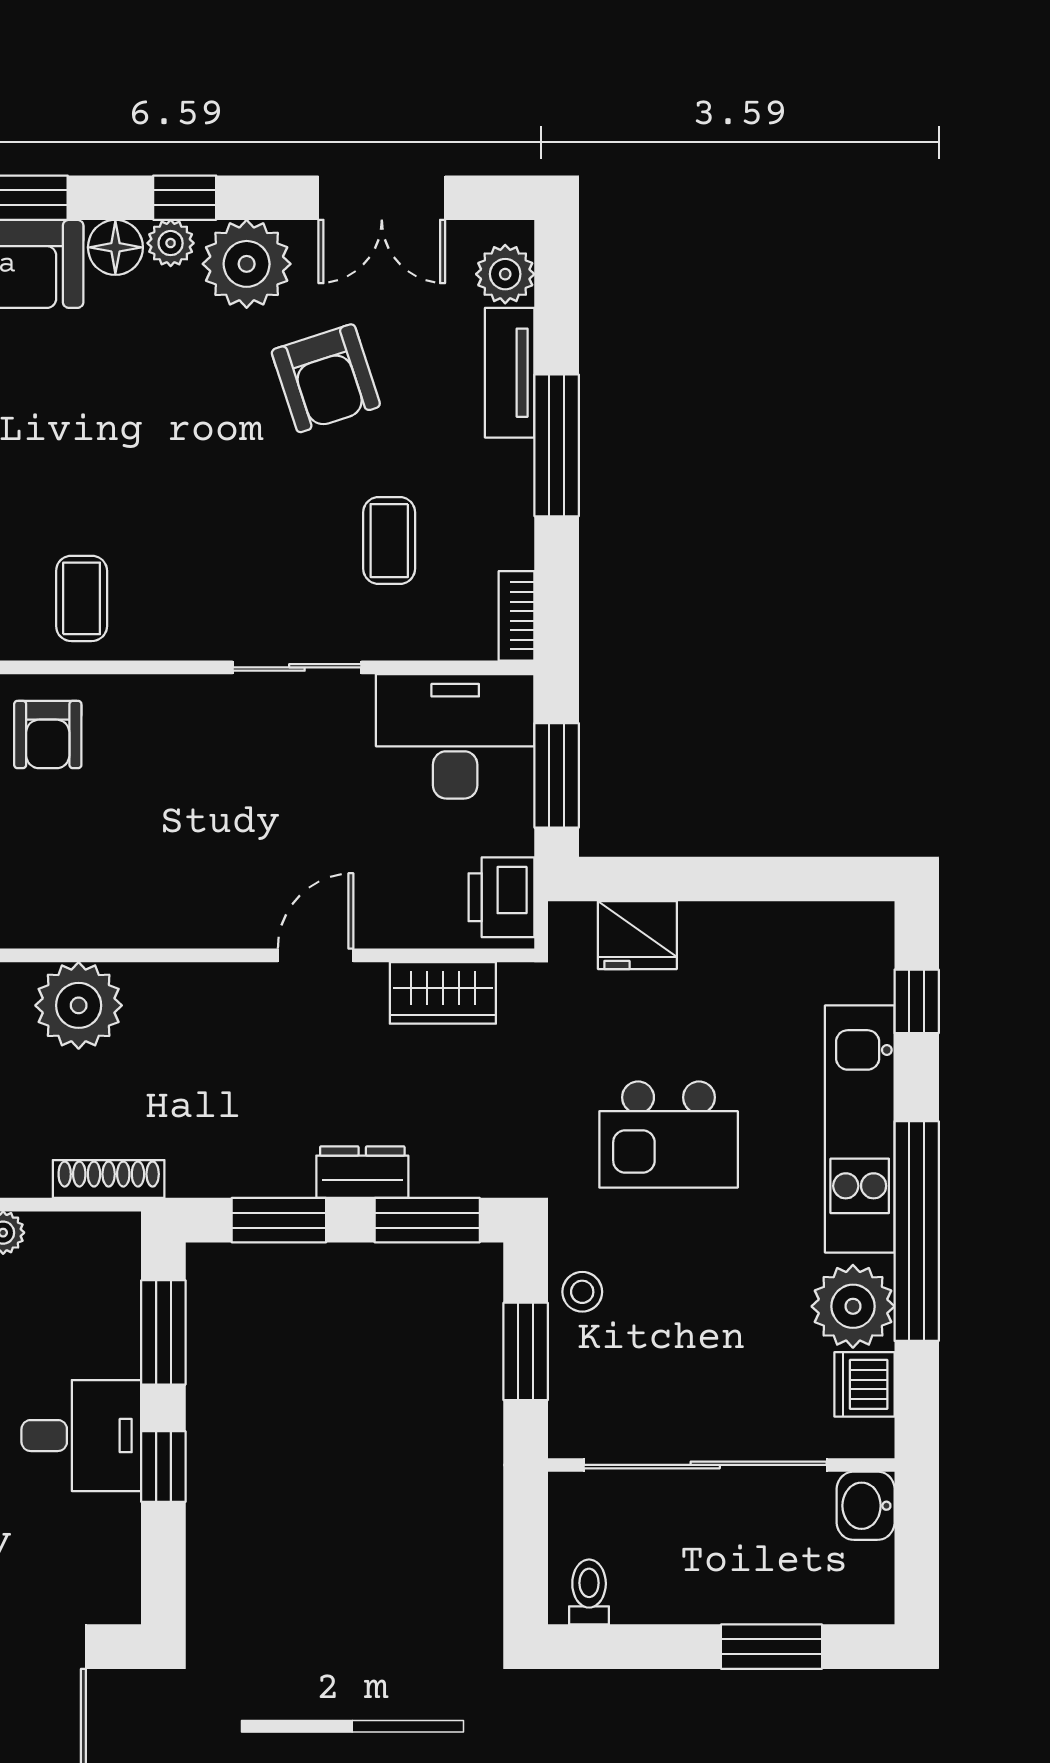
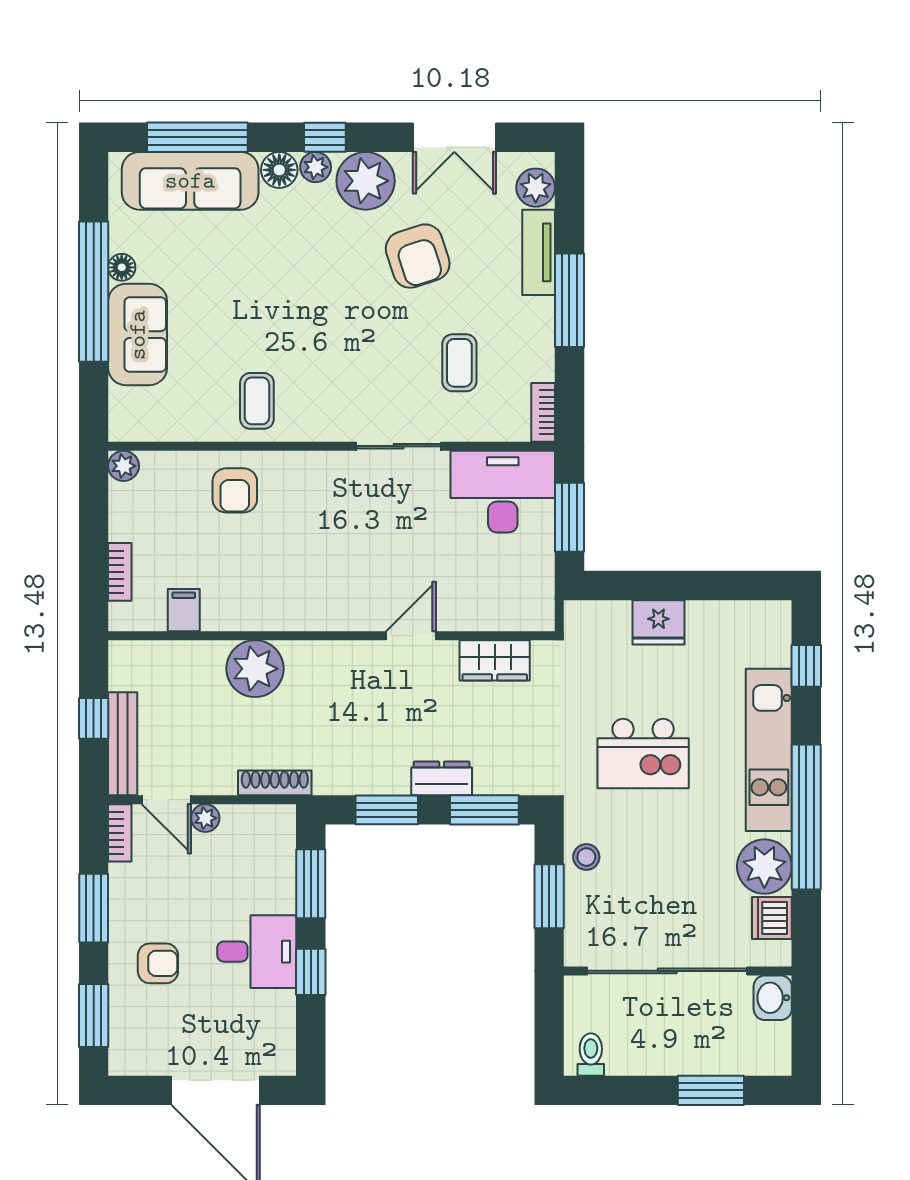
printer: (501, 897) -> (533, 597), removed
fridge: (637, 935) -> (658, 622), moved

